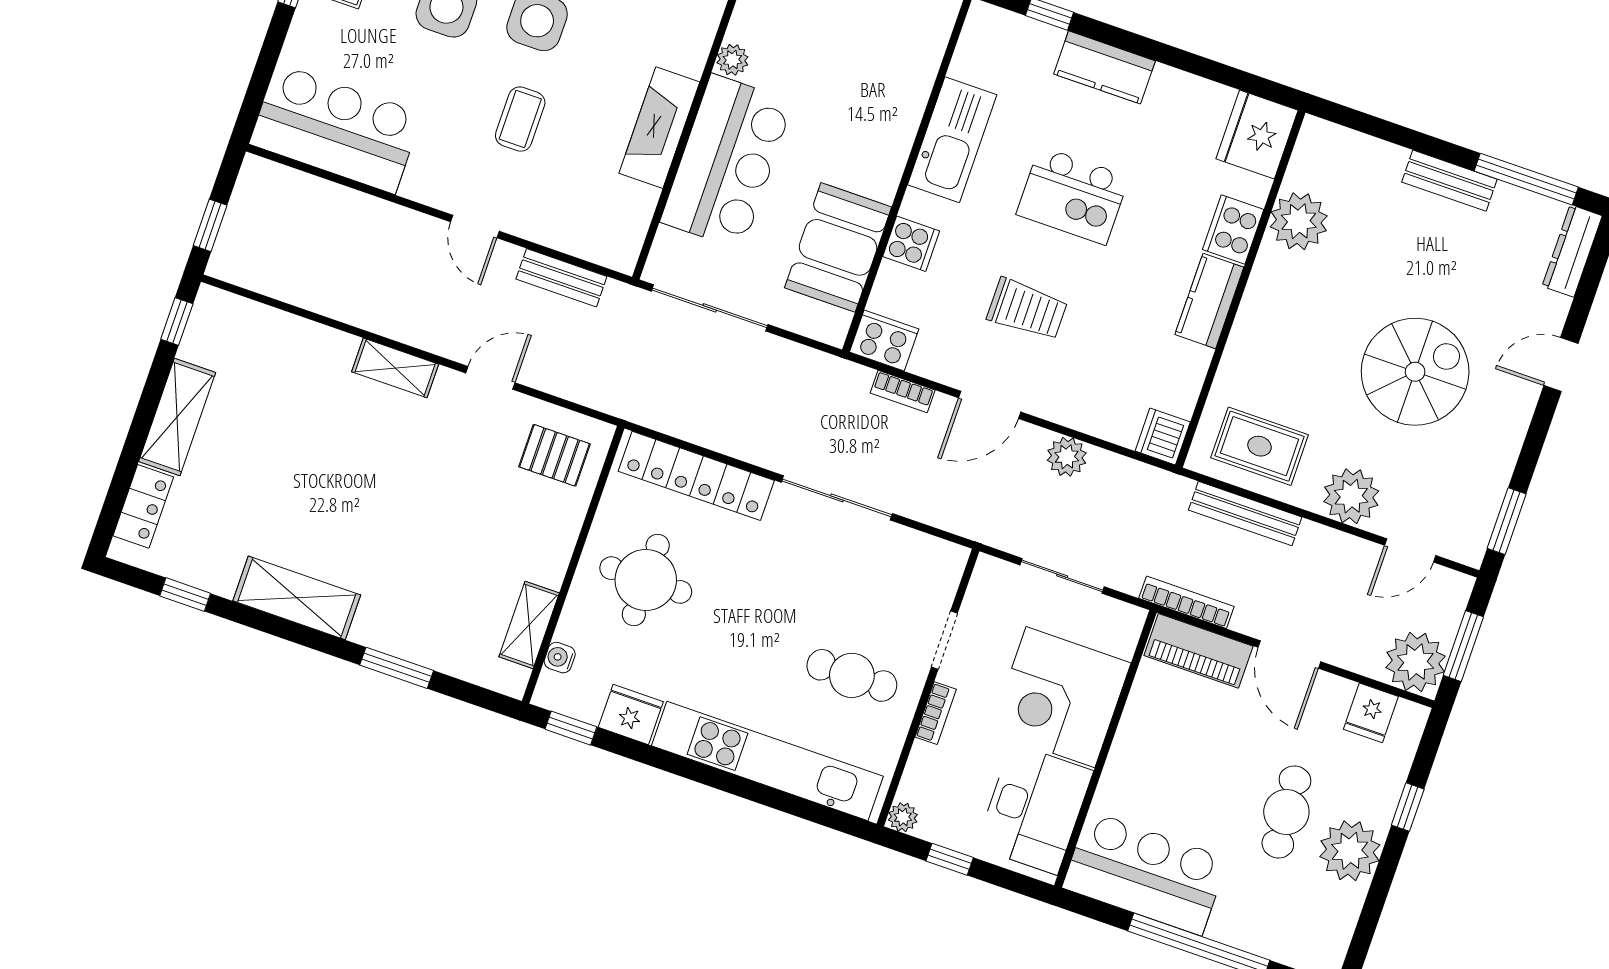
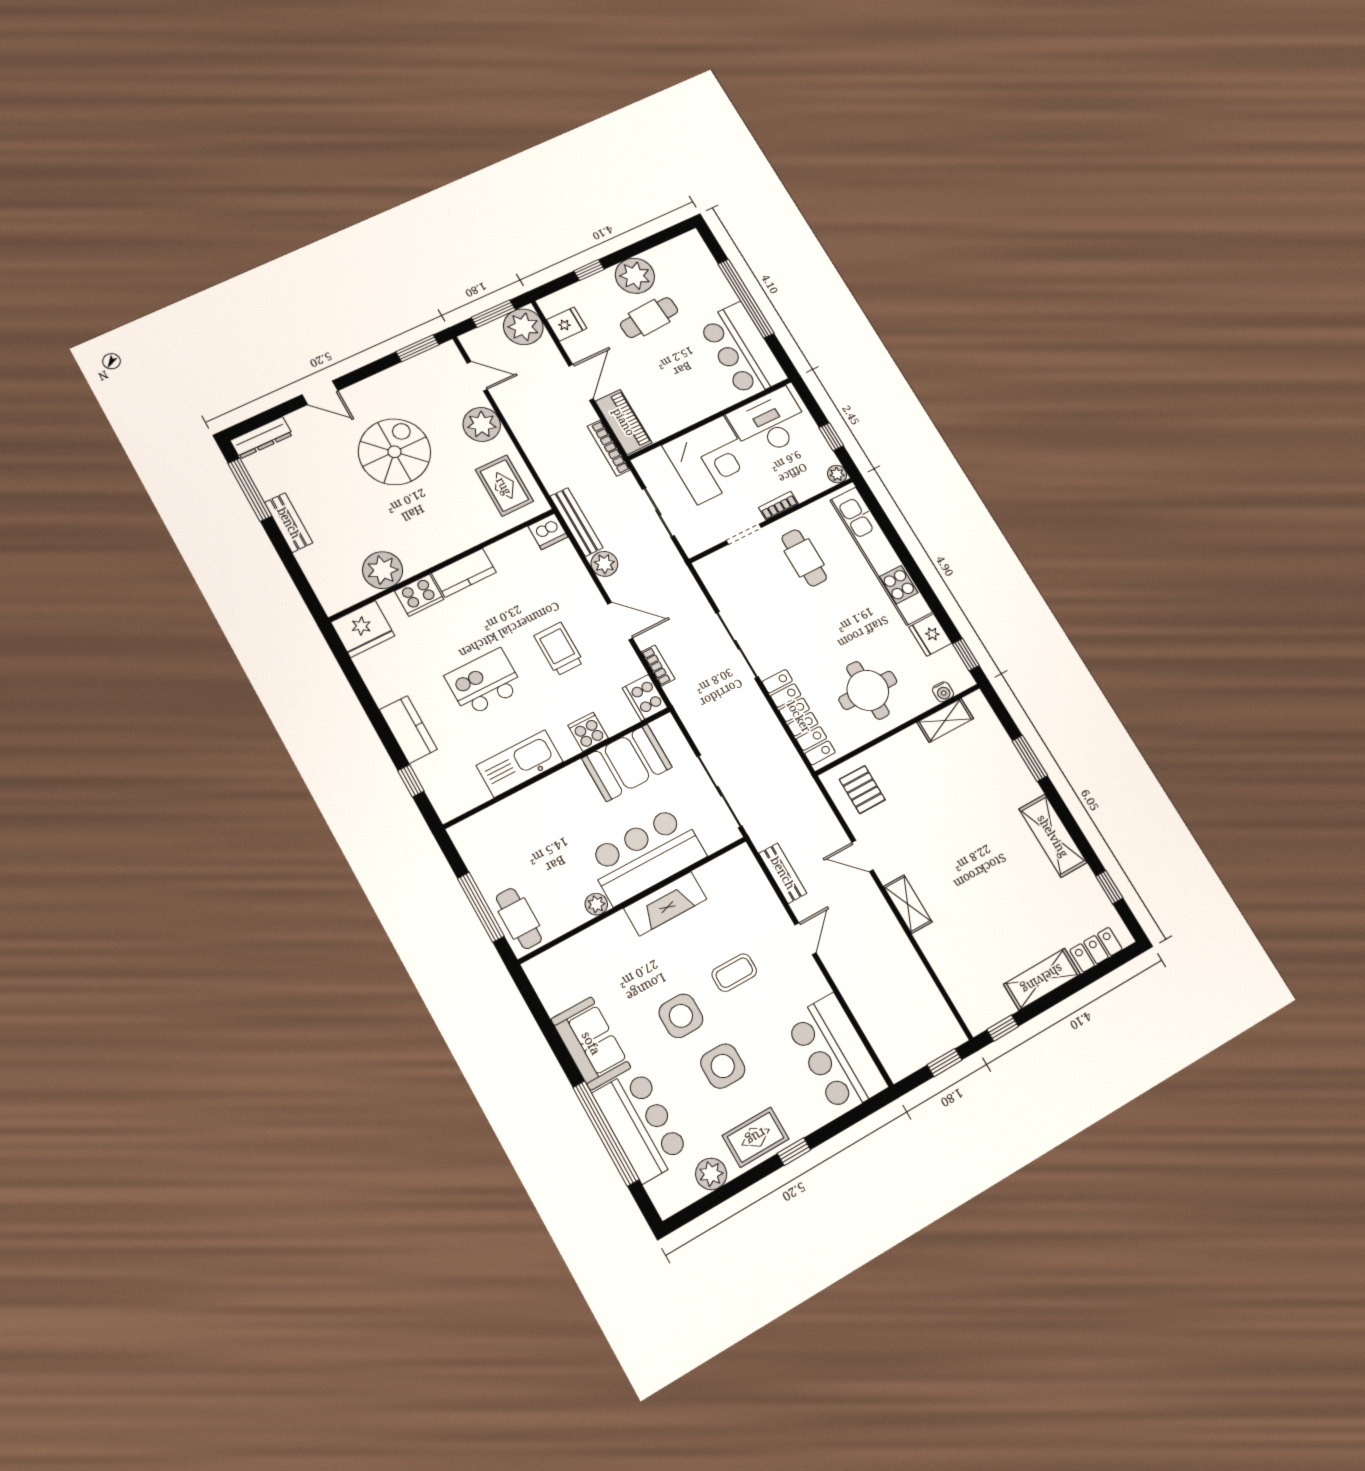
kitchen island: (1073, 196) -> (484, 682), turned -90
spiral stairs: (1415, 372) -> (394, 452), turned 90
bench: (1245, 514) -> (576, 522), moved

